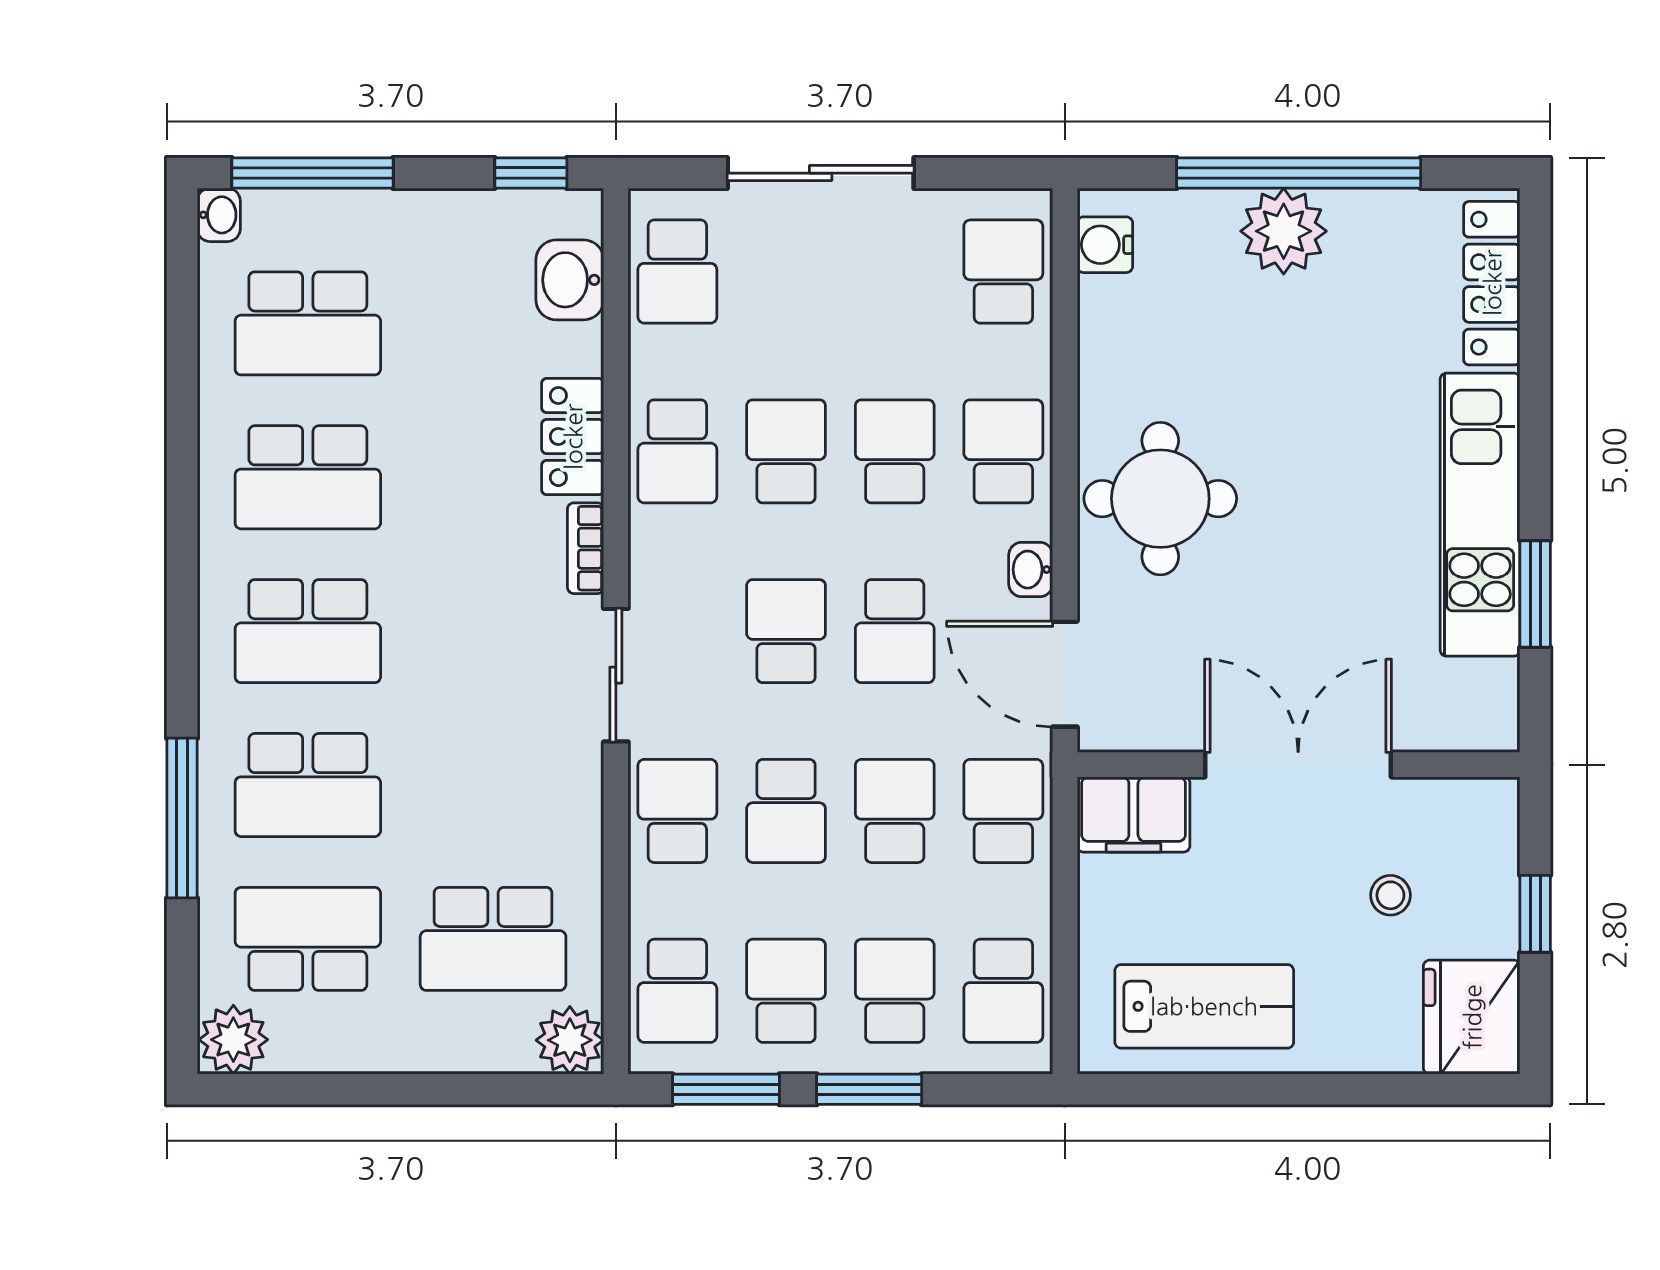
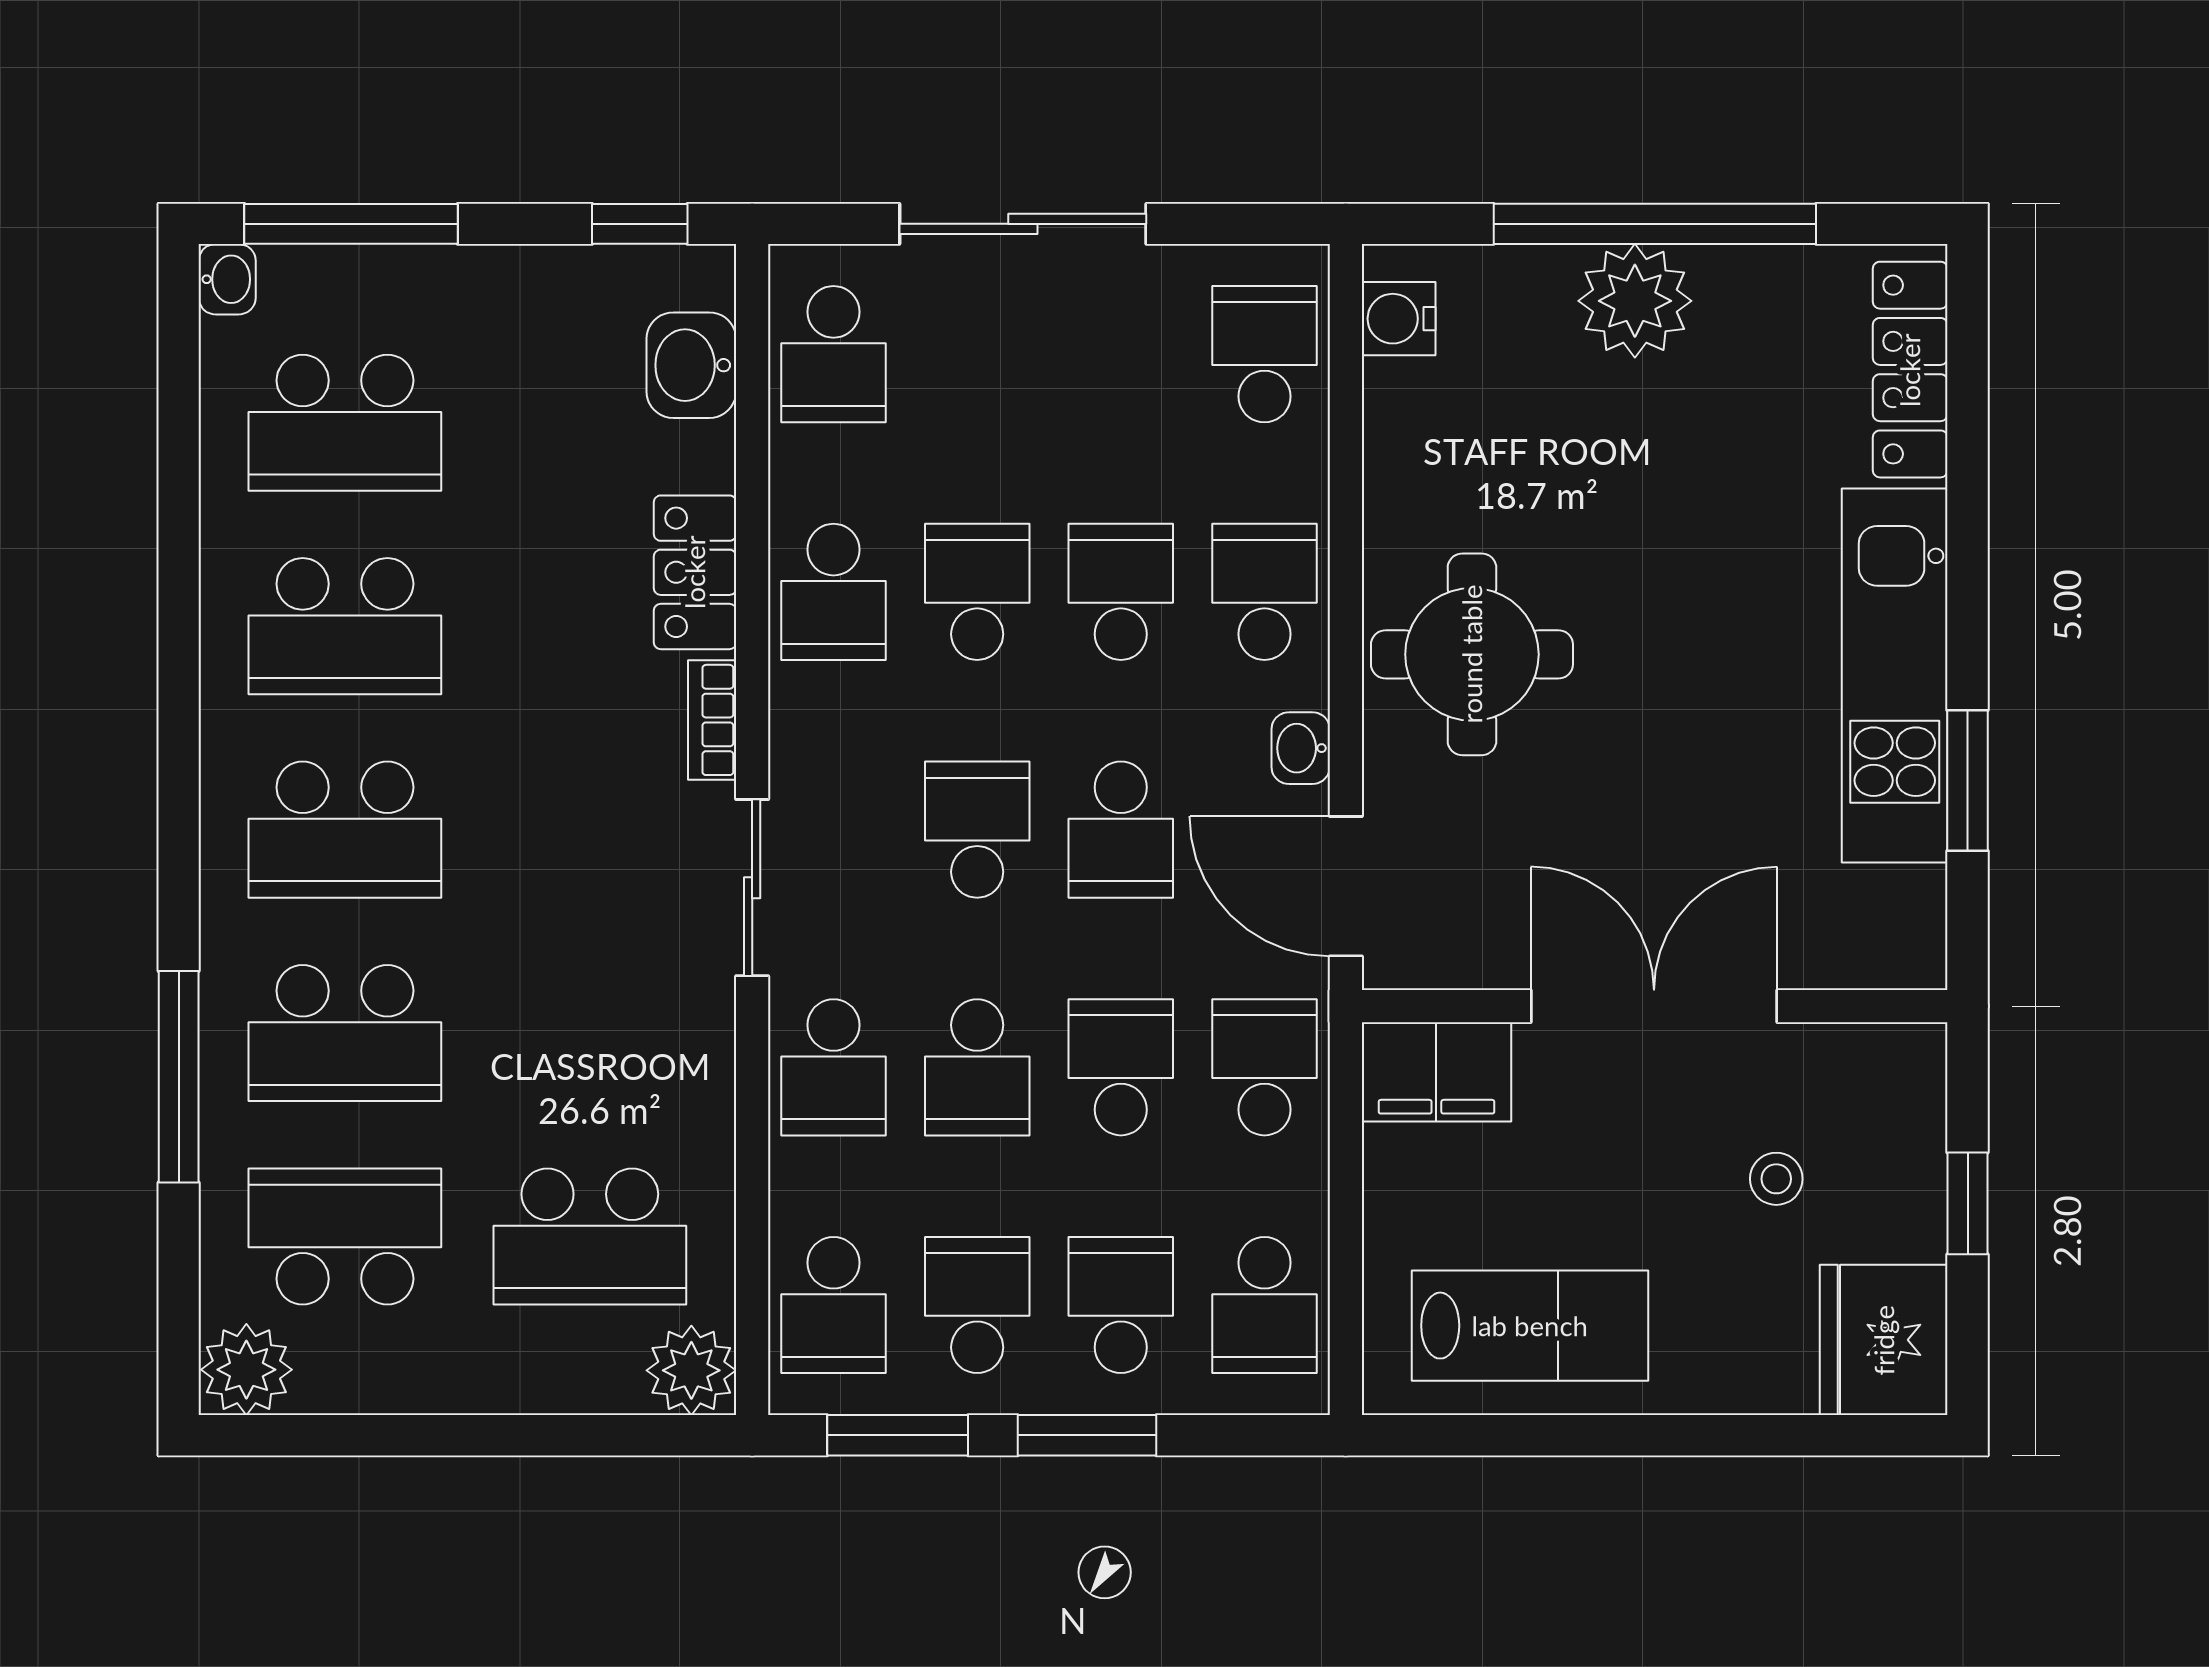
school desk: (677, 811) -> (833, 1067), turned 180

